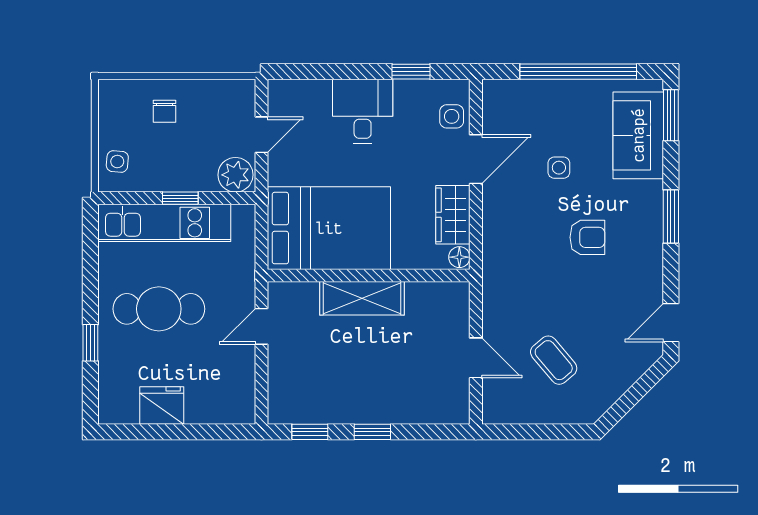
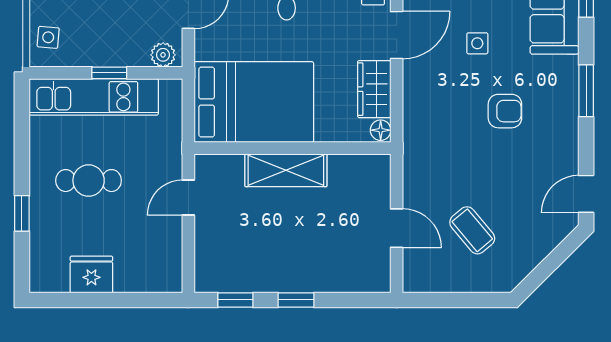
plant: (235, 175) -> (163, 55), width x0.73, depth x0.73
cafe table: (159, 309) -> (89, 181), width x0.73, depth x0.74

